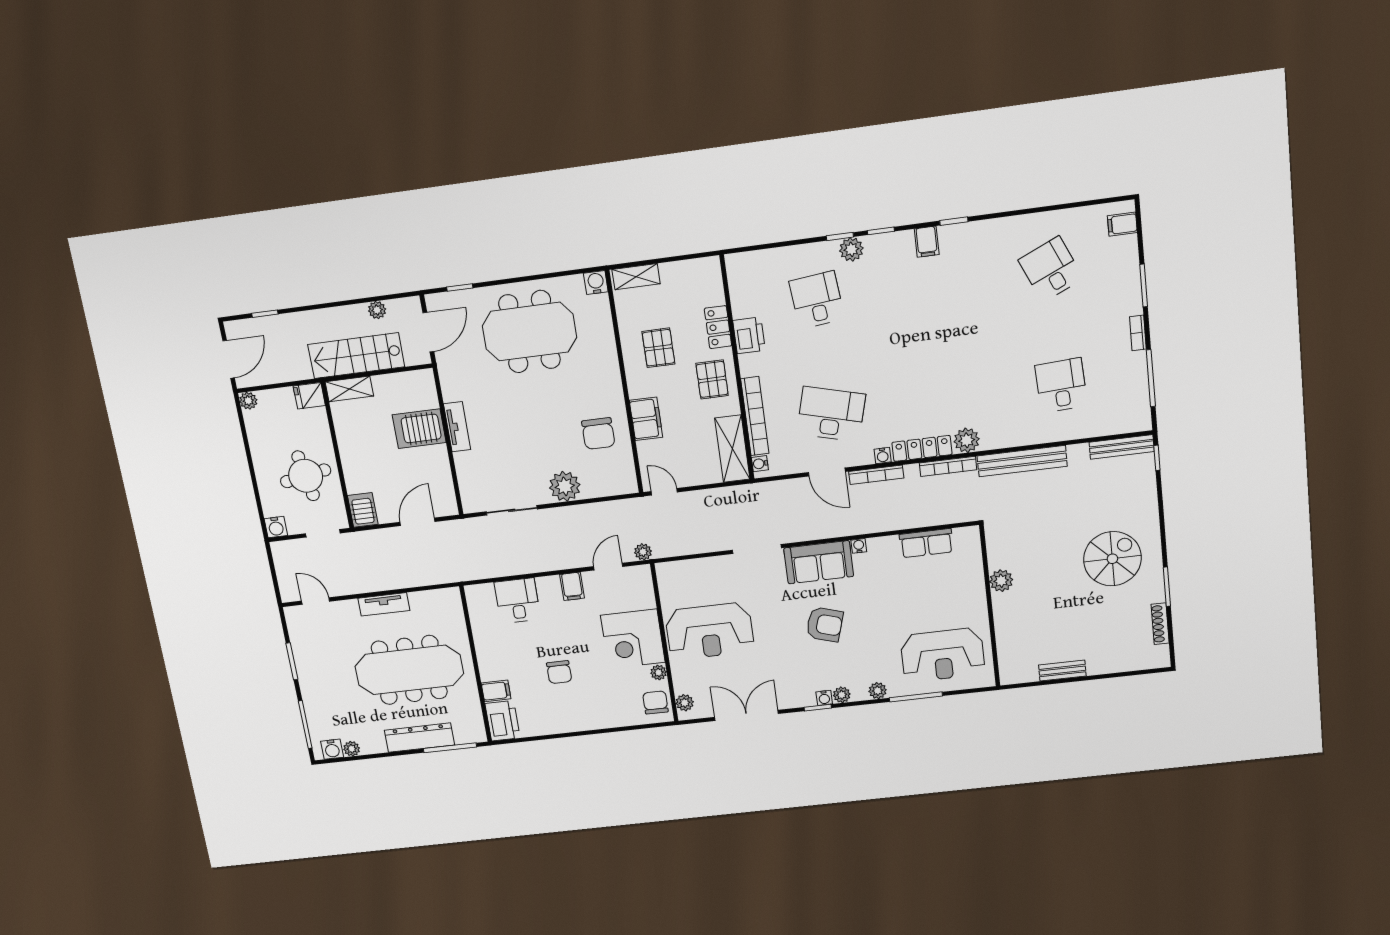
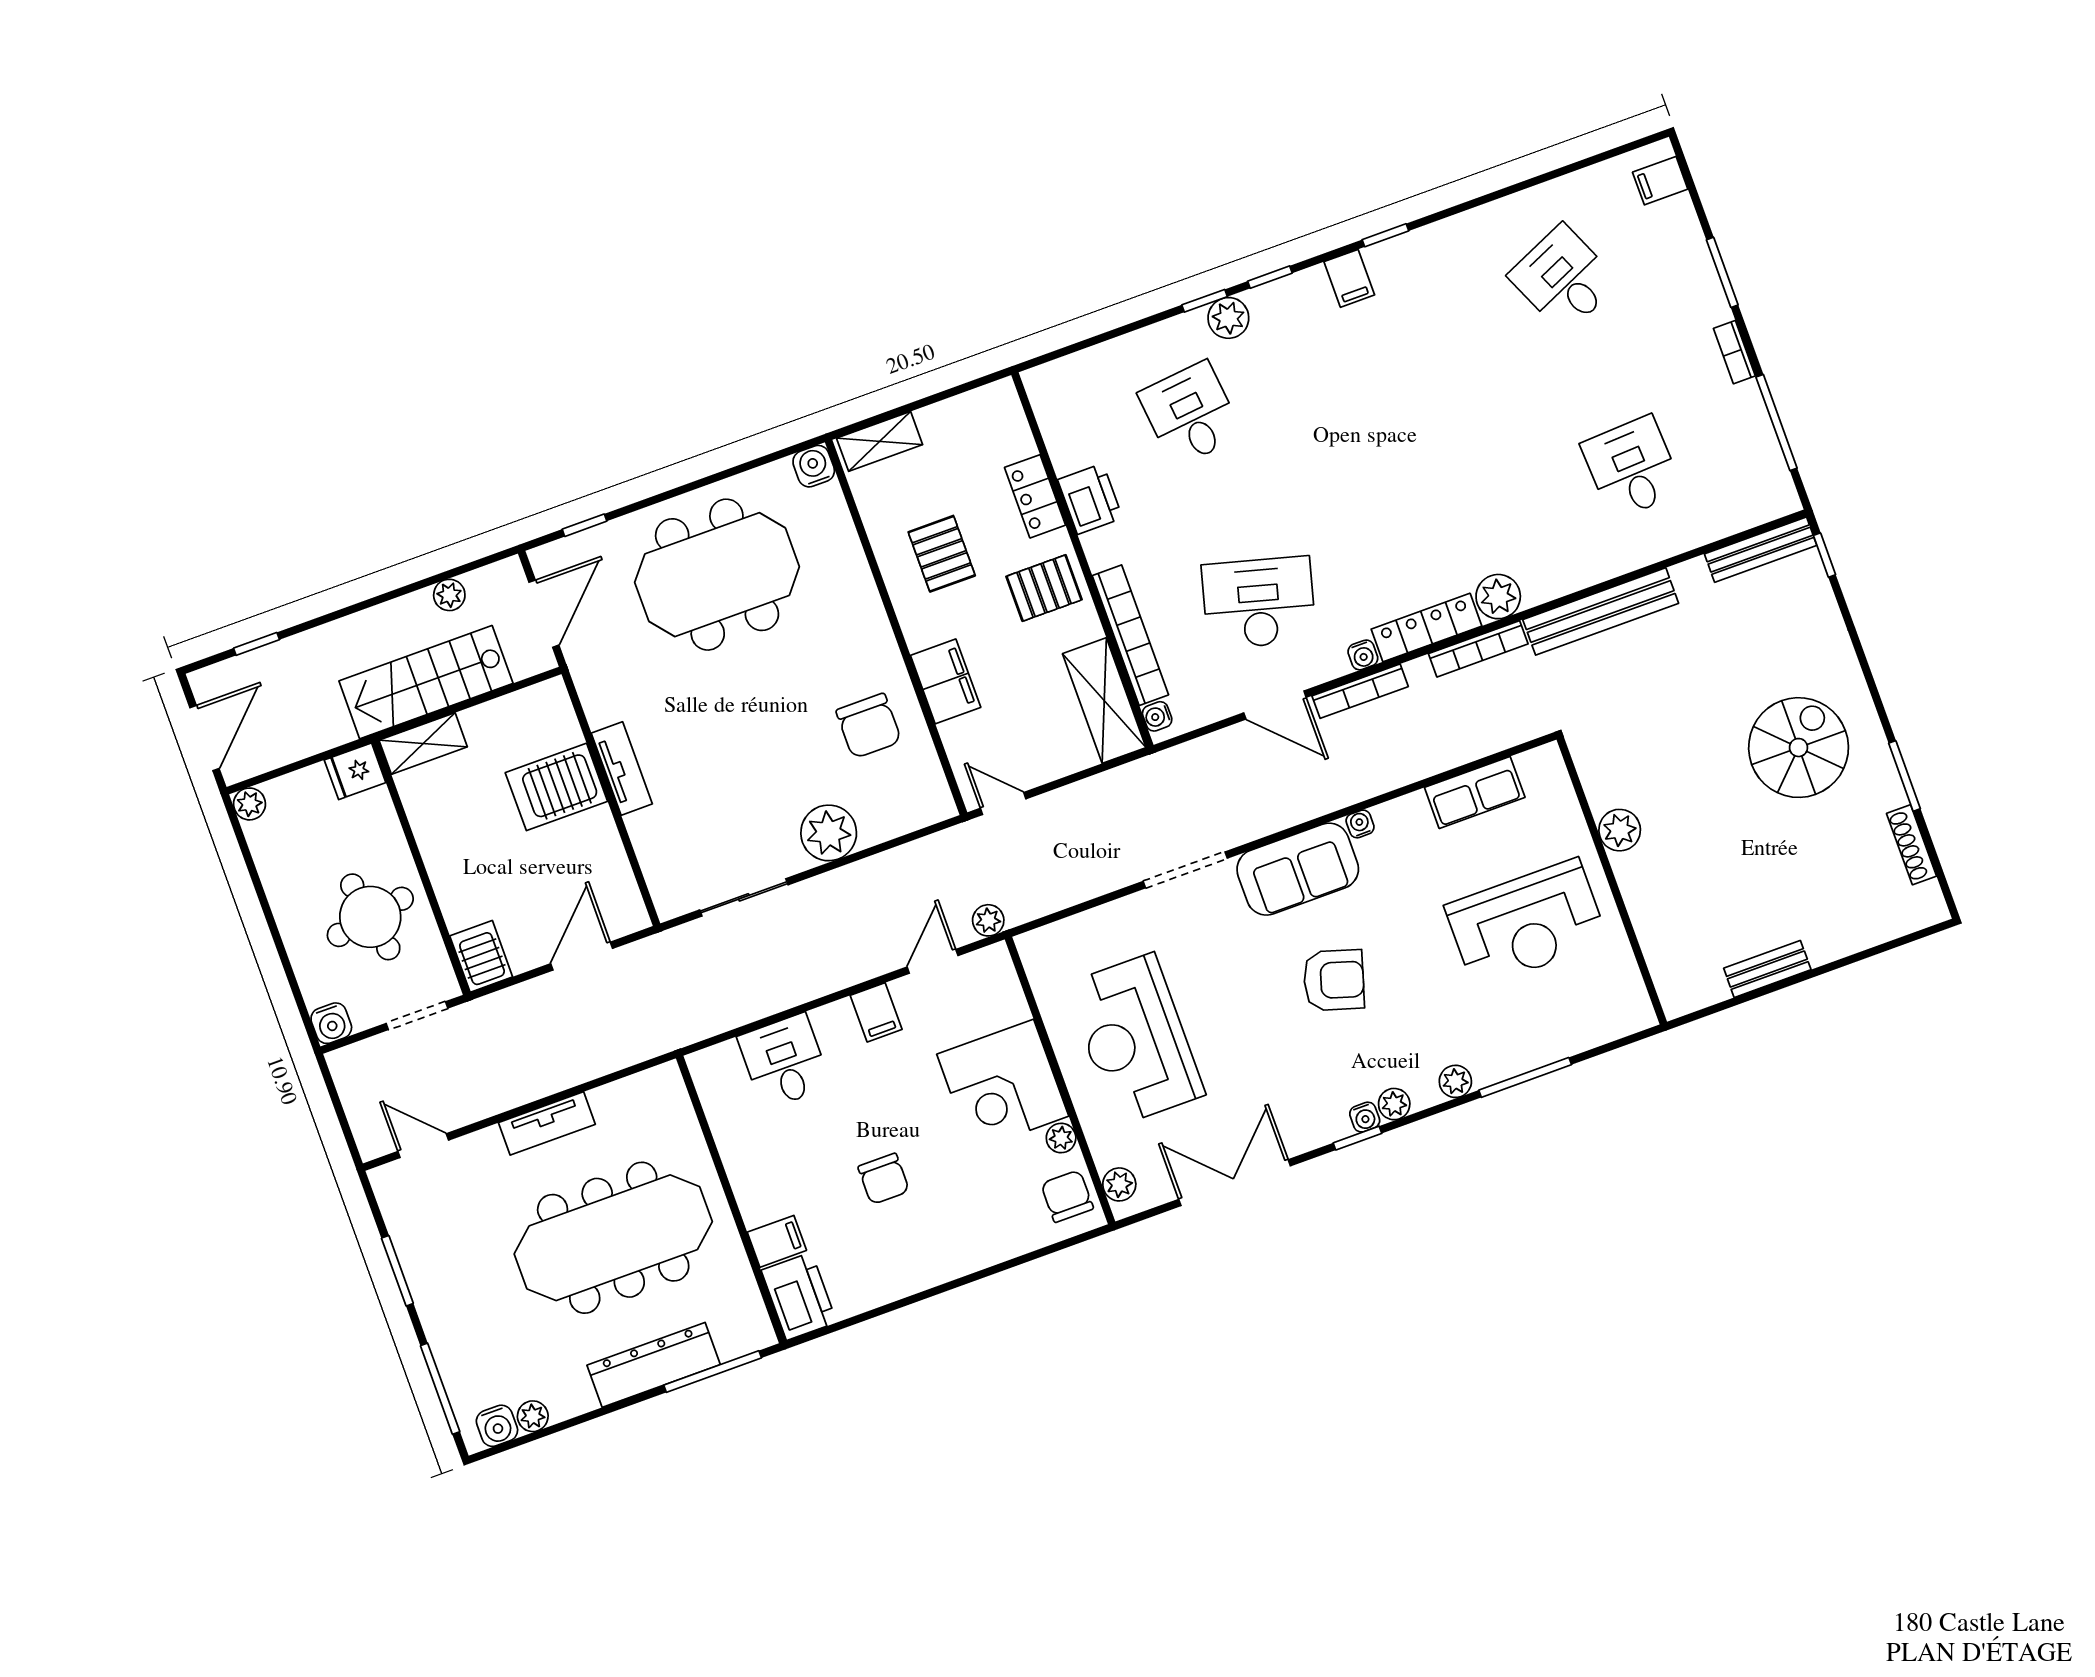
pallet: (712, 380) -> (1044, 588), turned 90
reception desk: (710, 631) -> (1135, 1039), turned 90
reception desk: (943, 655) -> (1526, 923), moved

